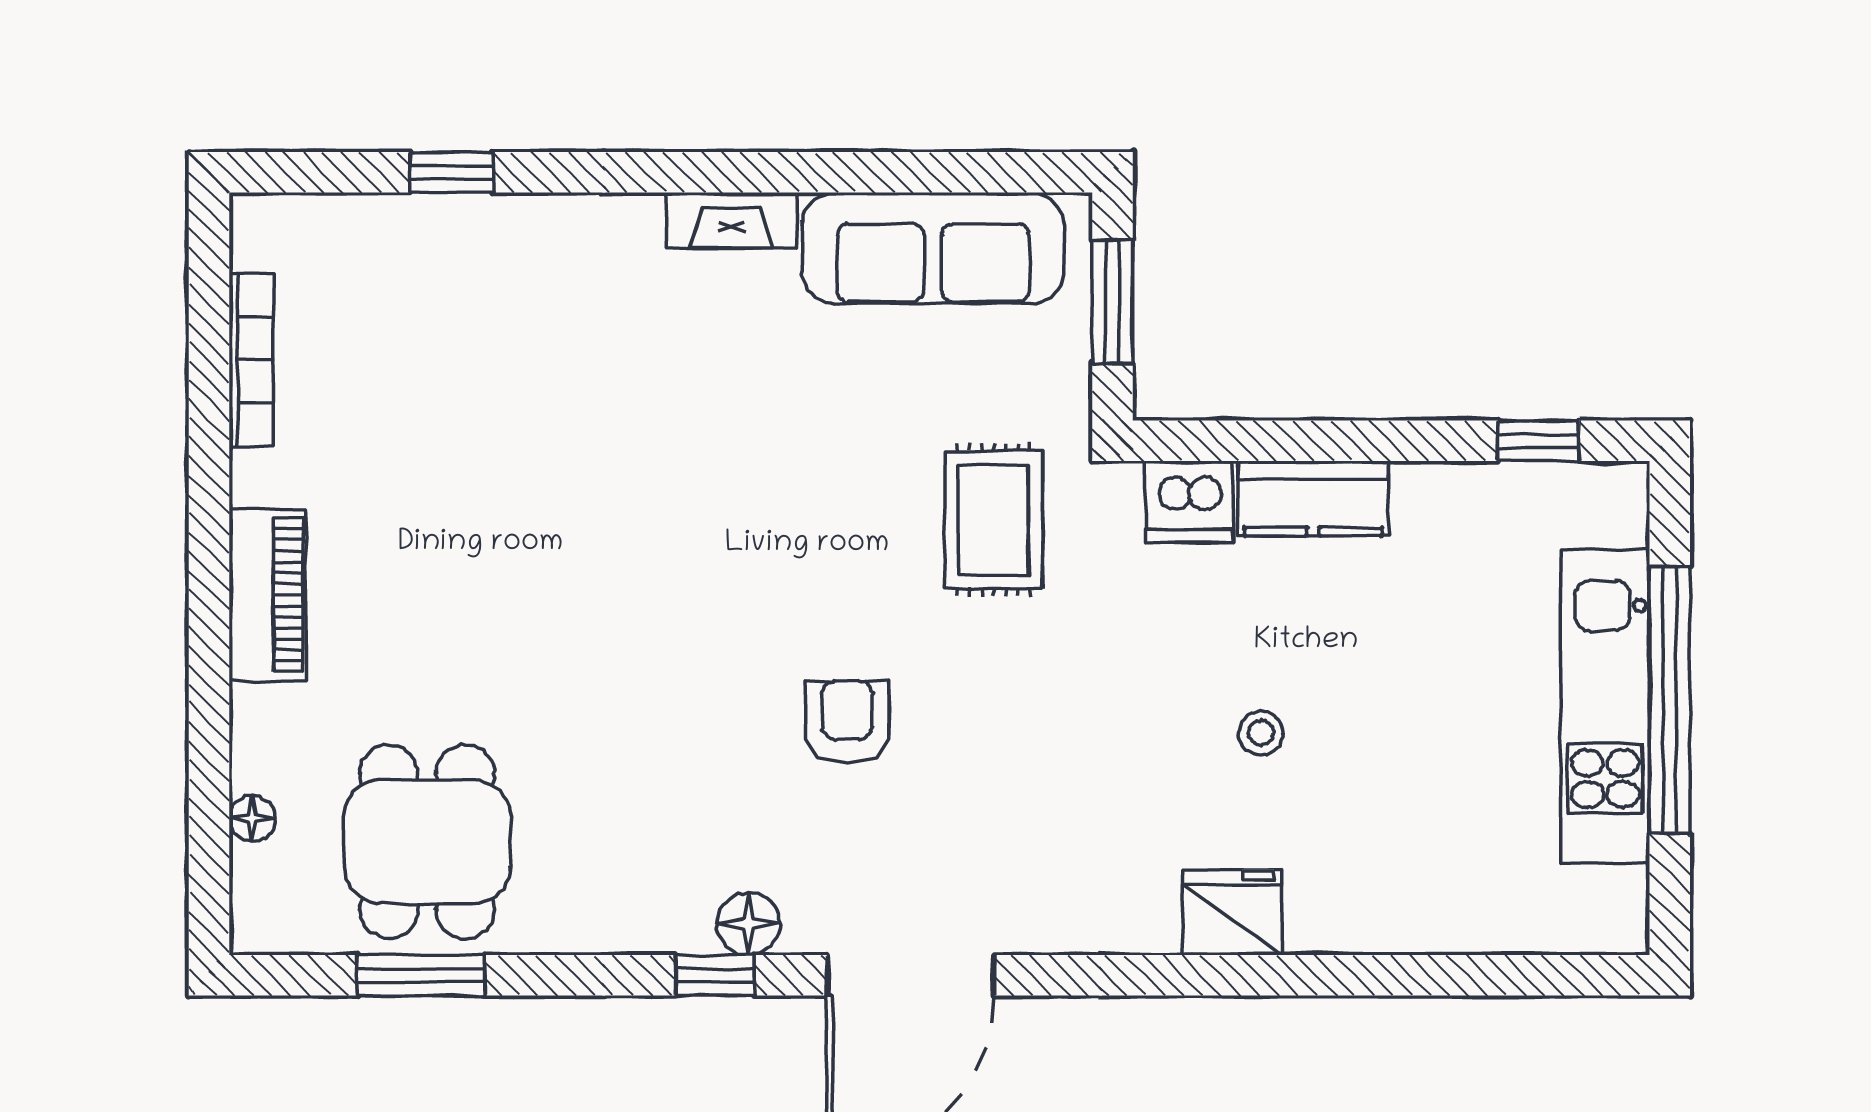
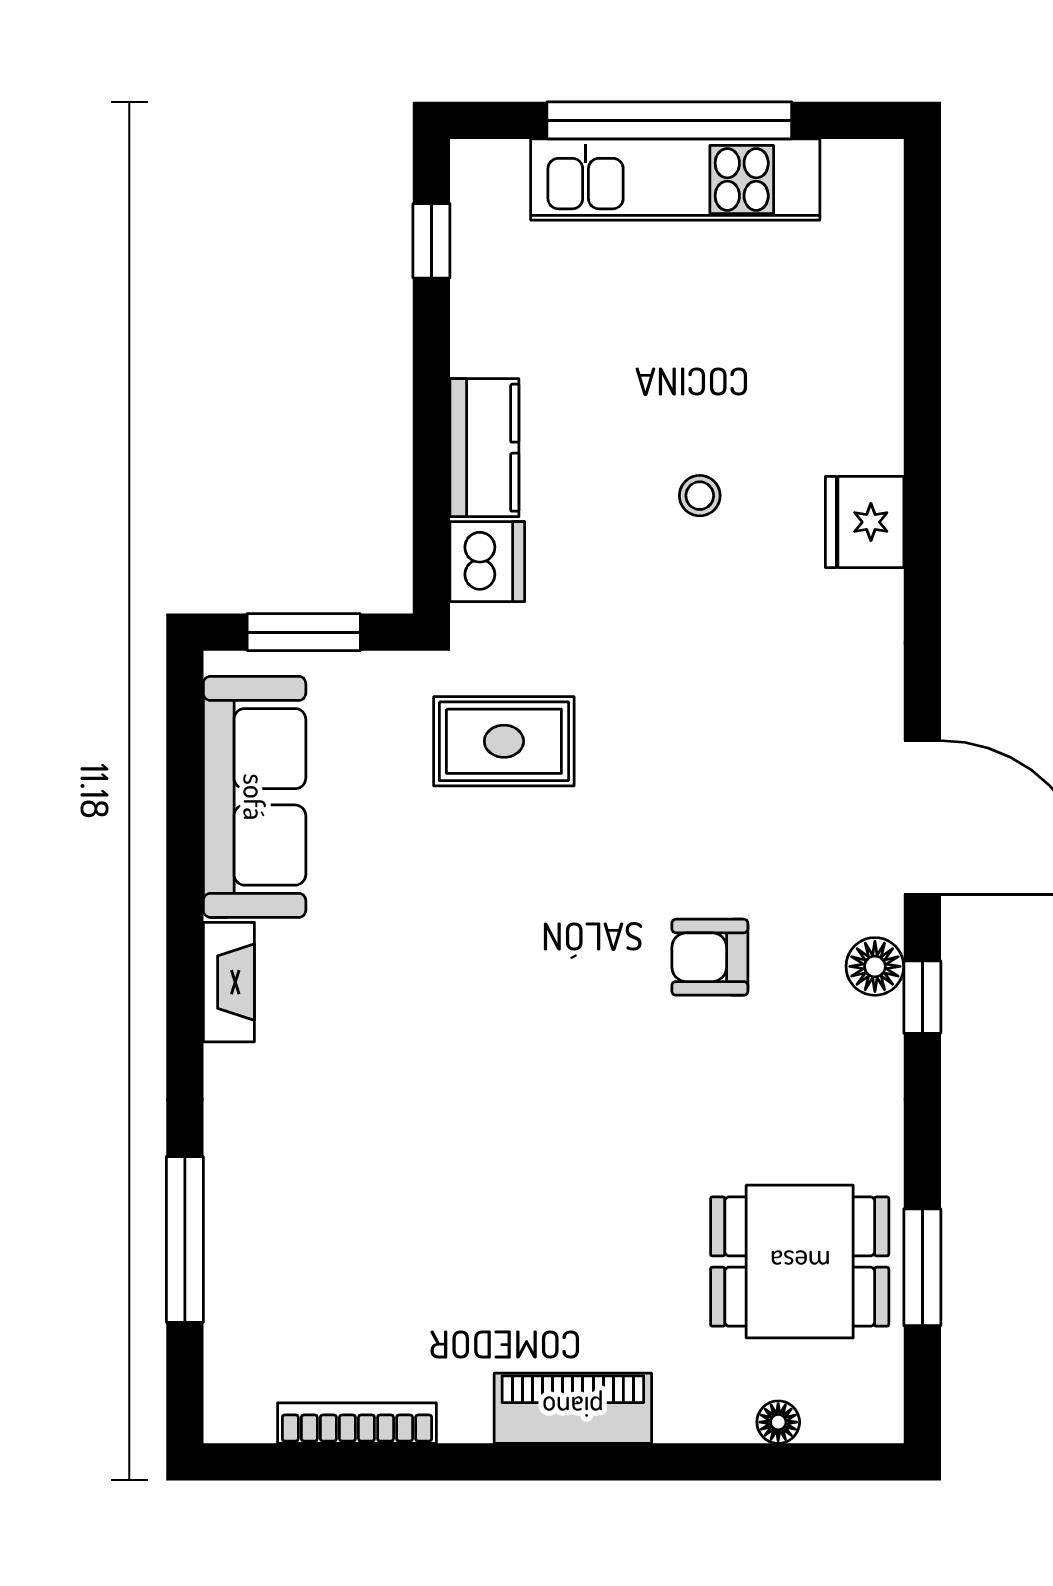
window: (451, 172) -> (185, 1239), width x2.17
armchair: (847, 722) -> (710, 957), moved

